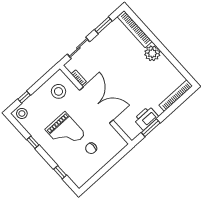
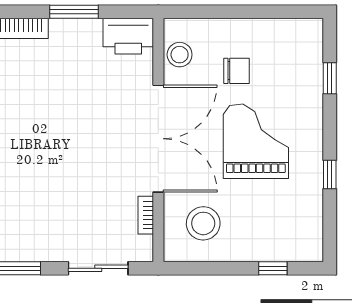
double door: (96, 105) -> (158, 139), swing flipped
stool: (22, 113) -> (180, 55), moved
printer: (146, 118) -> (128, 36), moved
window: (151, 128) -> (74, 12), moved

